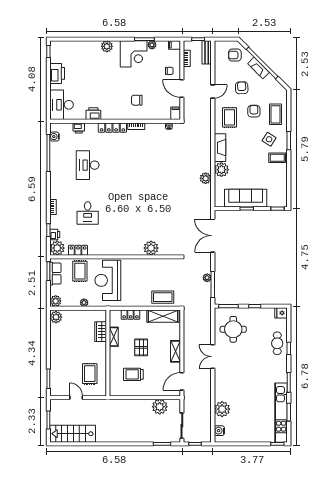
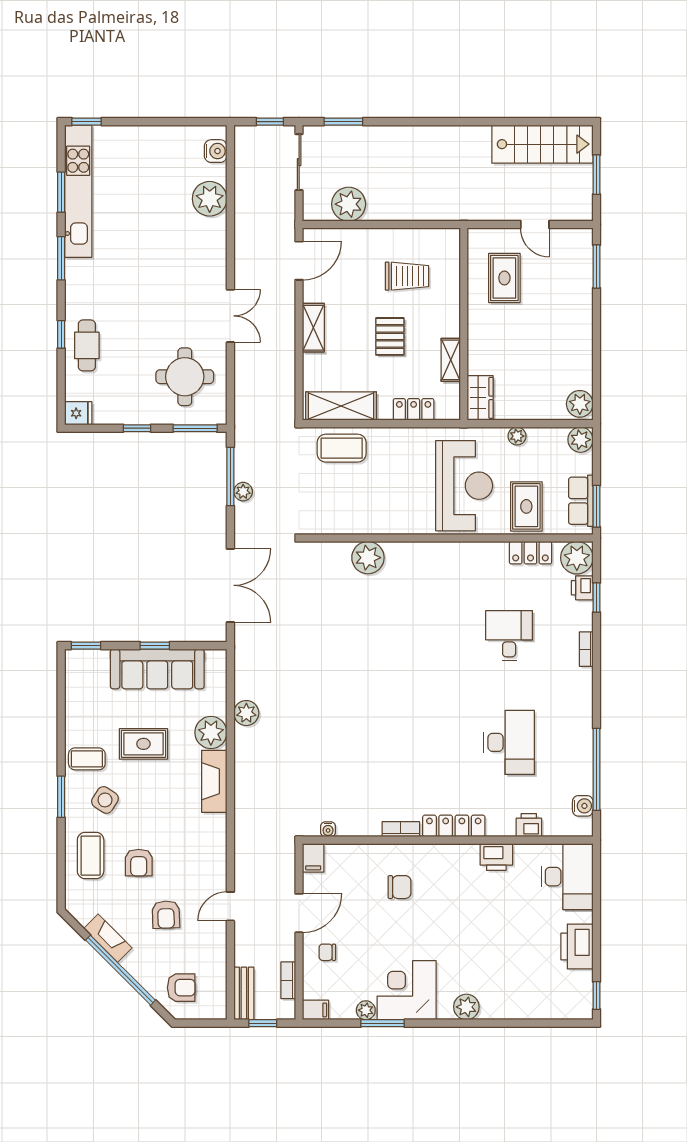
fireplace: (258, 68) -> (108, 938), moved
door: (182, 88) -> (299, 913), hinge flipped
rug: (229, 117) -> (143, 744), moved, turned 90
wardrobe: (101, 332) -> (480, 398), moved

